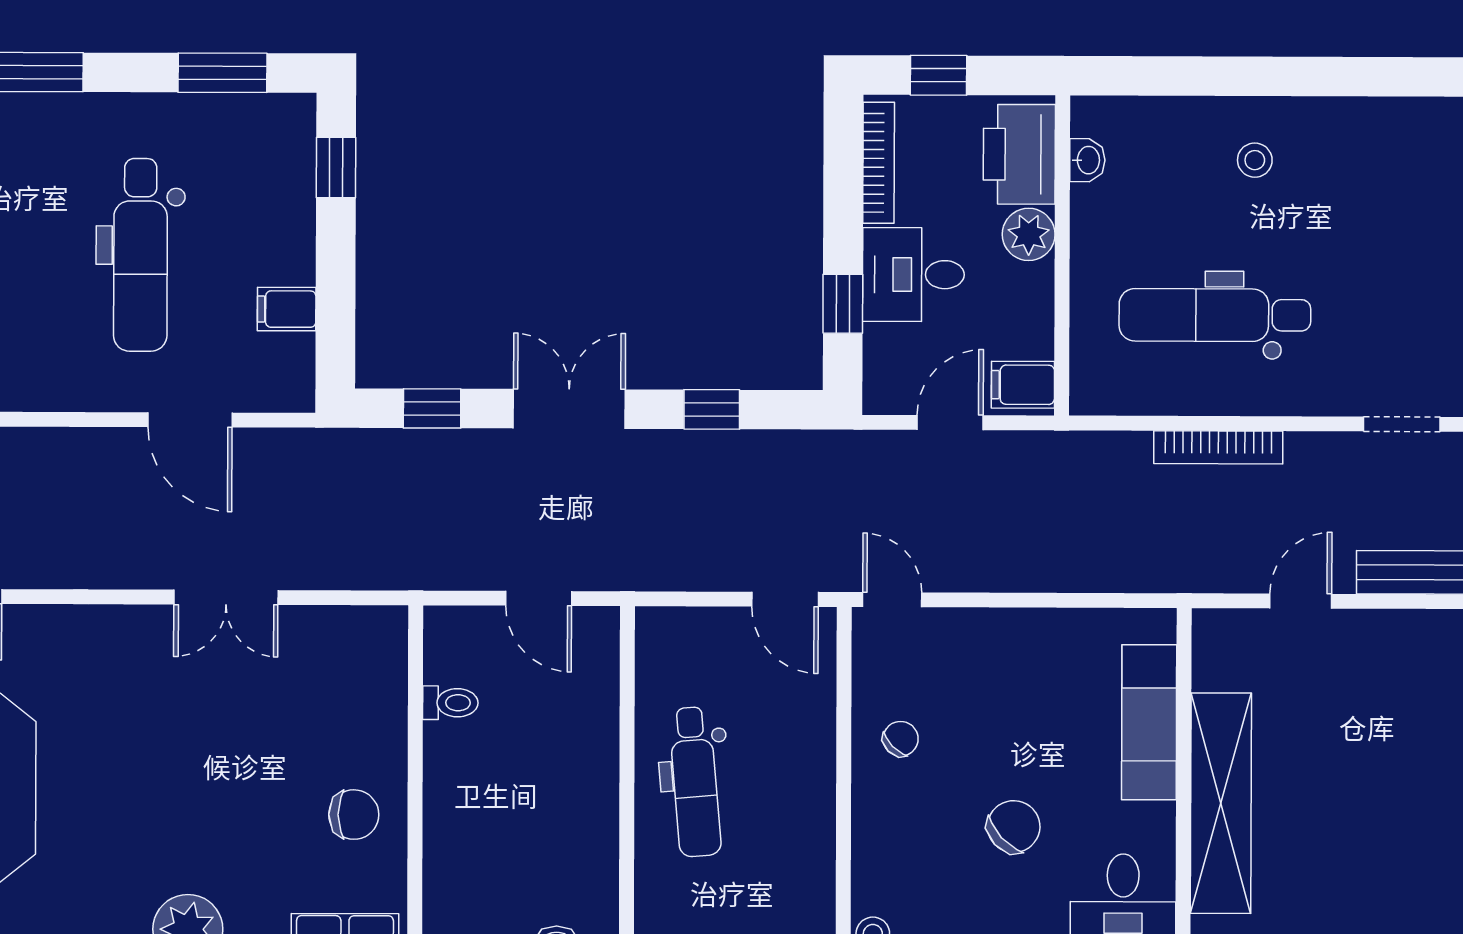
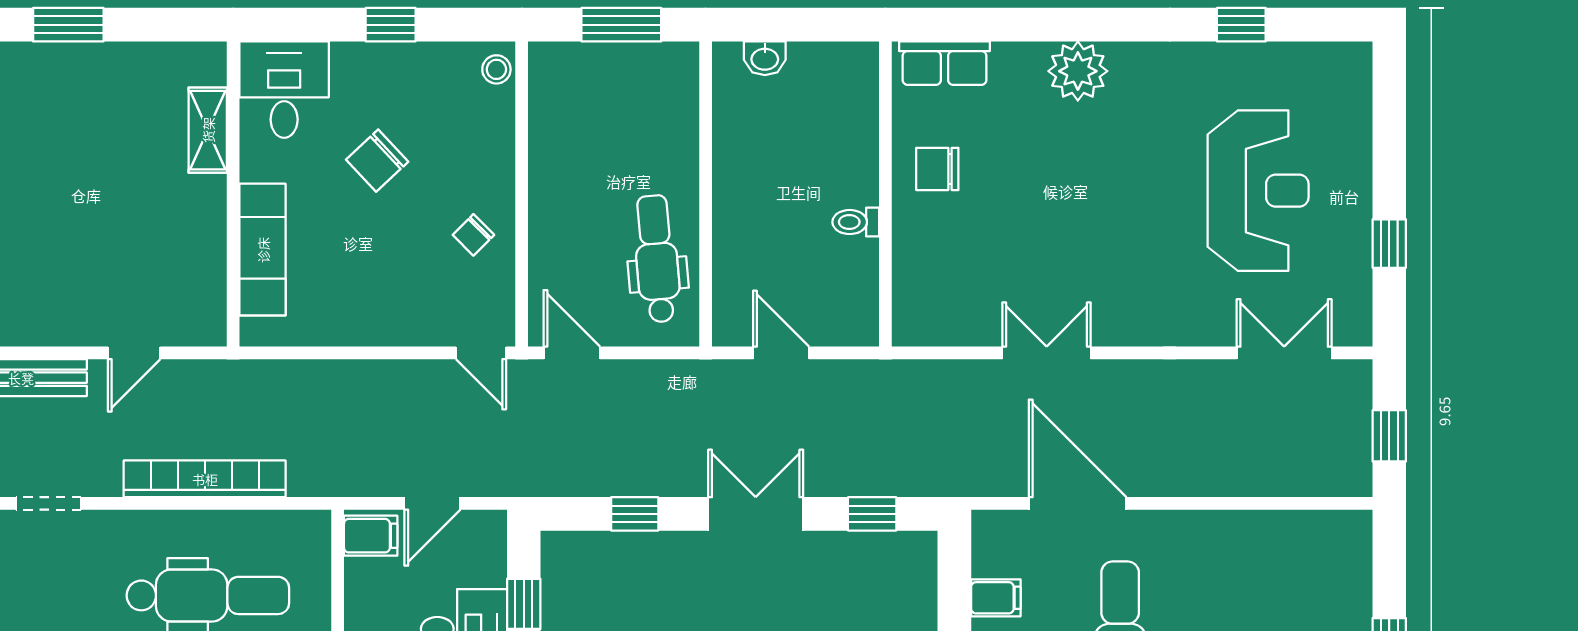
double door: (569, 409) -> (756, 514), swing flipped
door: (190, 420) -> (1078, 503), width x1.36
bookcase: (1218, 447) -> (205, 479), width x1.48, depth x1.31
toilet: (450, 703) -> (856, 222), moved
dental chair: (695, 782) -> (657, 259), moved
shelving: (1221, 803) -> (208, 130), width x0.45, depth x0.75

